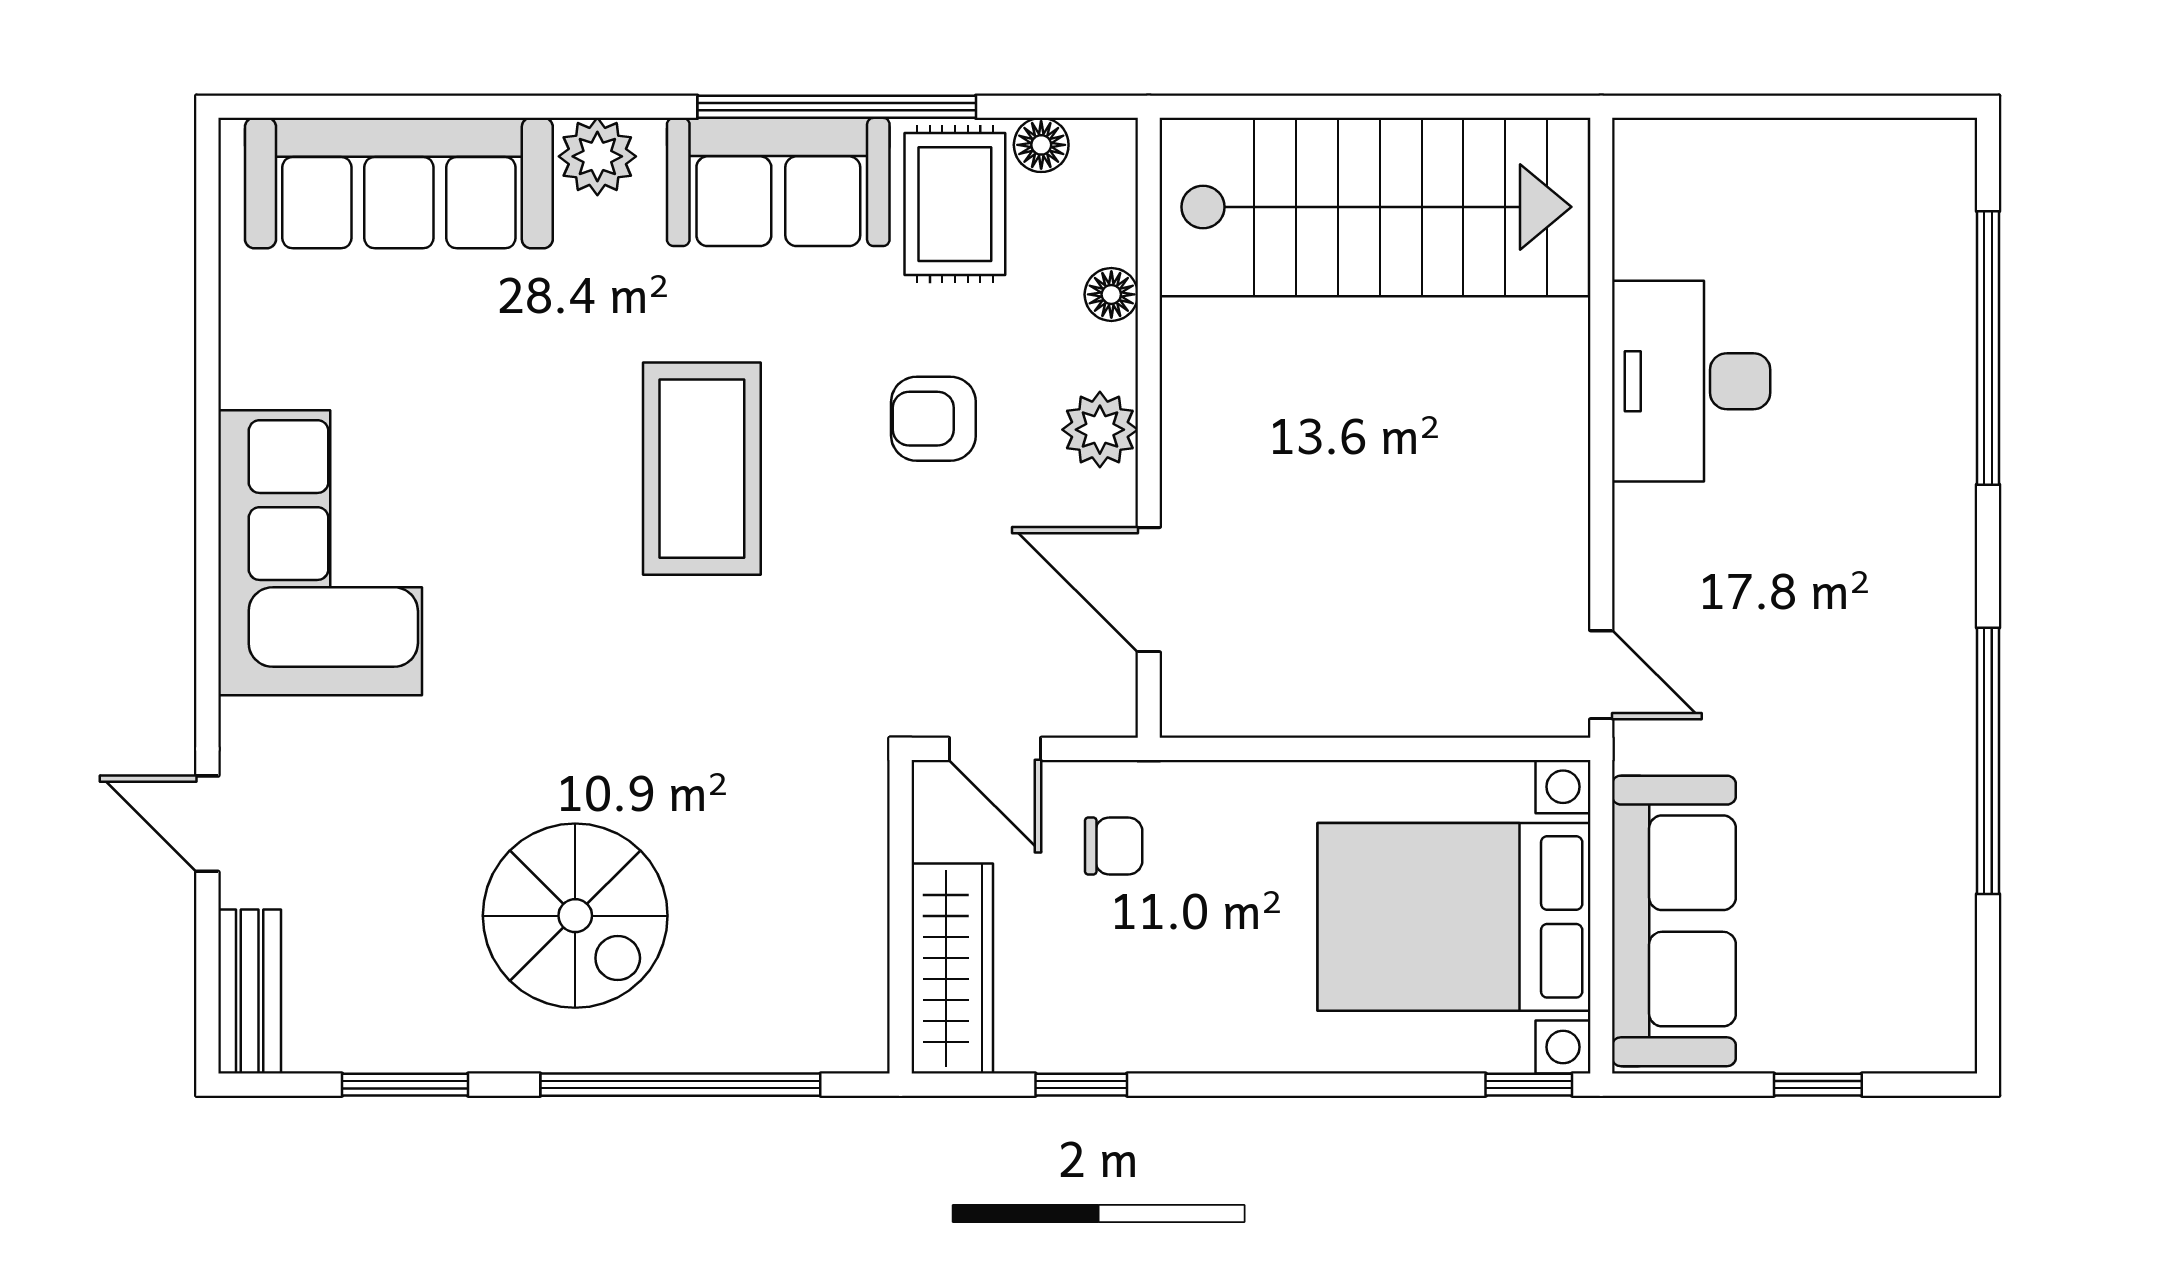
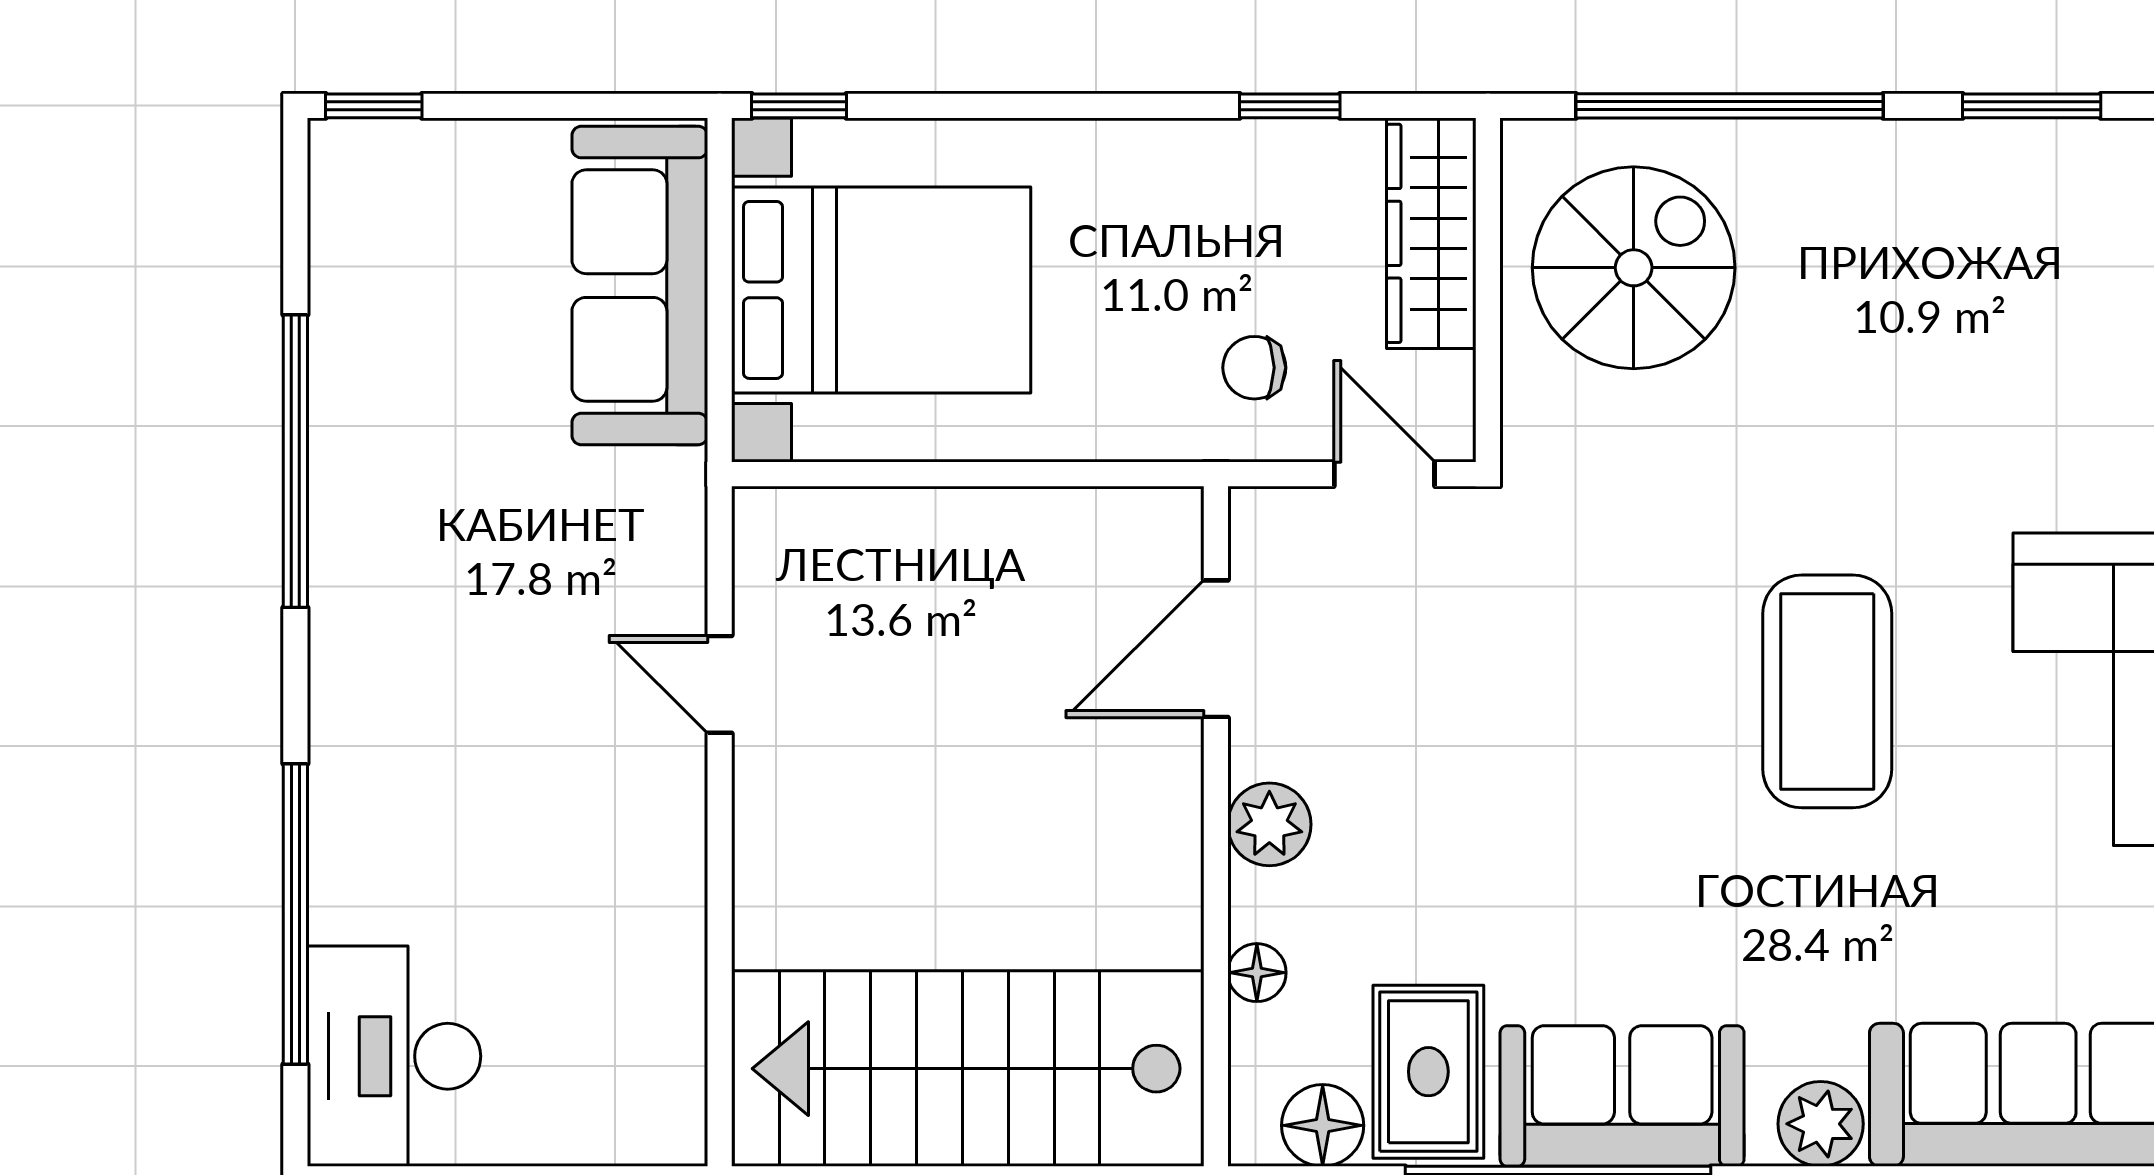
floor lamp: (1041, 145) -> (1323, 1125), width x1.37, depth x1.37
desk: (1691, 381) -> (394, 1056), moved, turned 180
armchair: (933, 419) -> (1452, 836), removed
coffee table: (702, 469) -> (1827, 691), moved
door: (1149, 590) -> (1216, 649), swing flipped
door: (1601, 675) -> (720, 684), moved
spiral stairs: (575, 916) -> (1634, 268), moved, turned 90
window: (1818, 1085) -> (374, 106), moved

